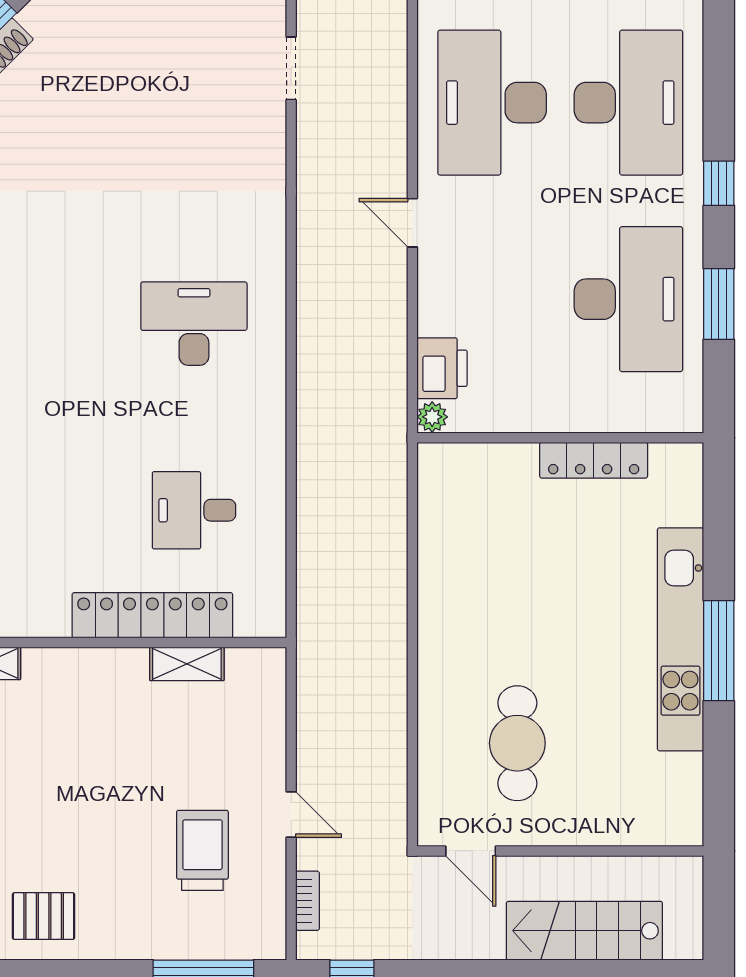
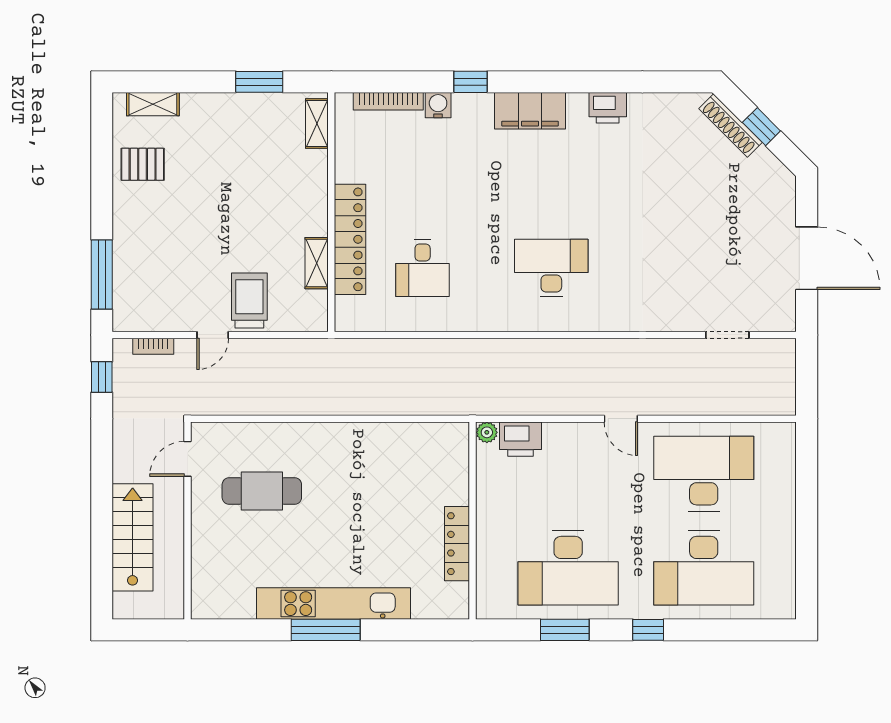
door: (412, 223) -> (621, 419), swing flipped
desk: (194, 324) -> (551, 268), turned -90
desk: (194, 510) -> (423, 268), turned 180
trolley: (202, 850) -> (249, 301), moved, turned -90
pallet: (44, 916) -> (143, 164), turned 90

